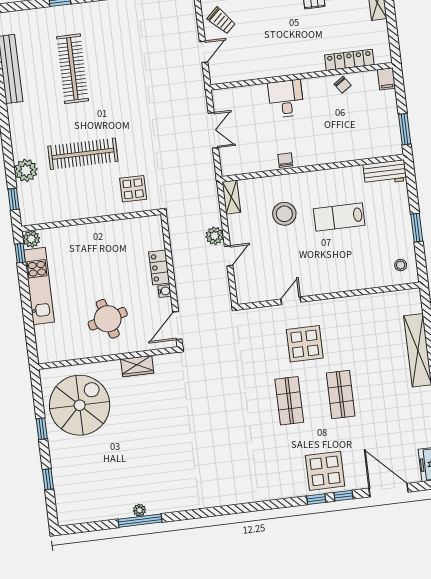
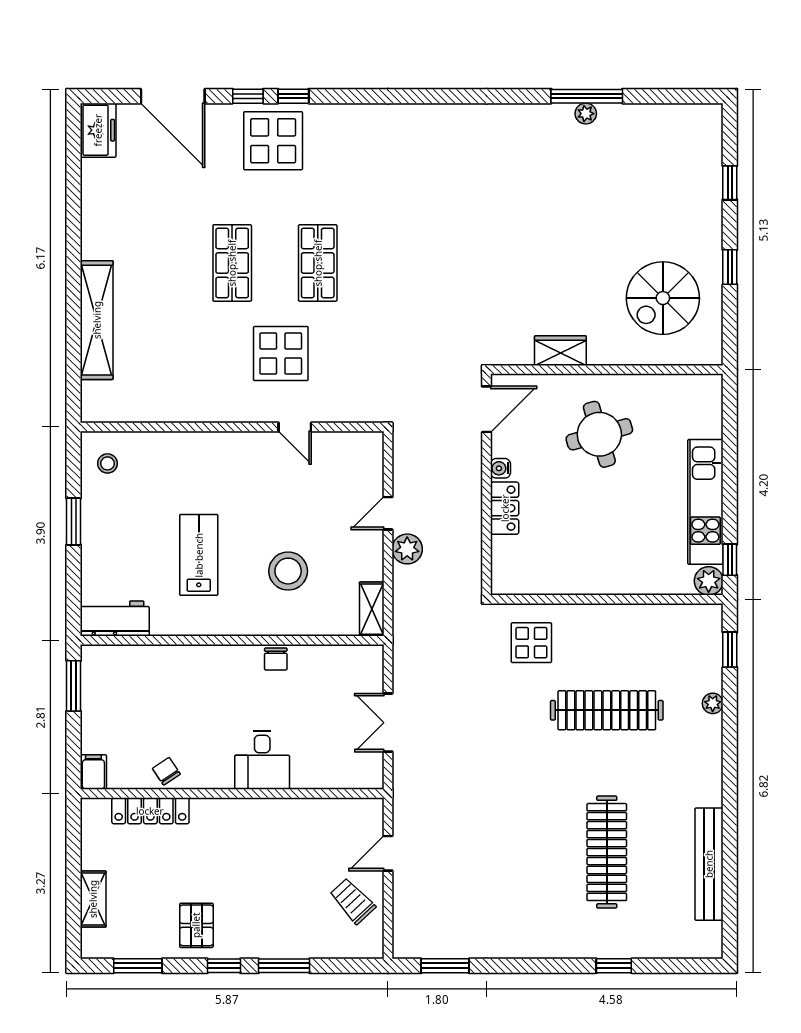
plant: (26, 170) -> (713, 703), width x0.53, depth x0.53
lab bench: (339, 217) -> (199, 555), turned -90
door: (291, 301) -> (295, 427), hinge flipped
spiral stairs: (80, 405) -> (663, 298), width x0.73, depth x0.73

